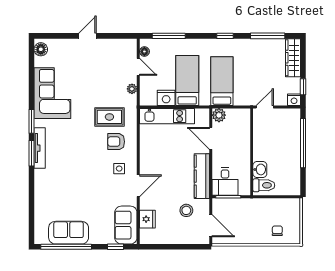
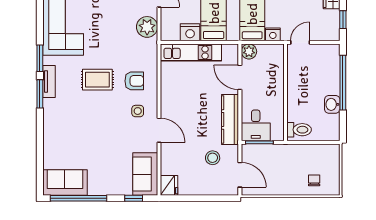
plant: (132, 89) -> (147, 27), width x1.88, depth x1.88
nightstand: (294, 100) -> (273, 34), moved
rug: (109, 117) -> (97, 80), moved
armchair: (116, 142) -> (134, 81), turned 180
tv unit: (40, 148) -> (49, 82), width x0.71
washbasin: (260, 169) -> (332, 104), moved, turned 180
door: (138, 186) -> (159, 130), hinge flipped
fridge: (147, 219) -> (169, 185), moved
sofa: (69, 233) -> (65, 183), moved

